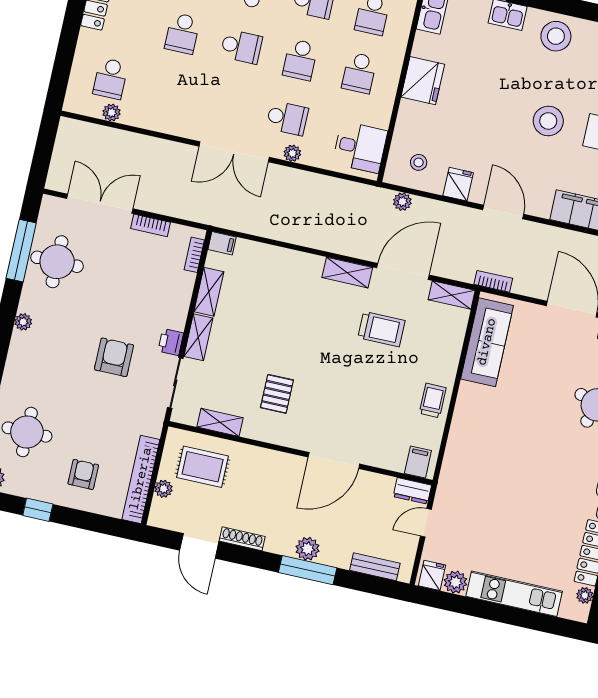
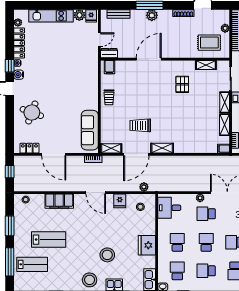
stool: (548, 121) -> (107, 255), moved

